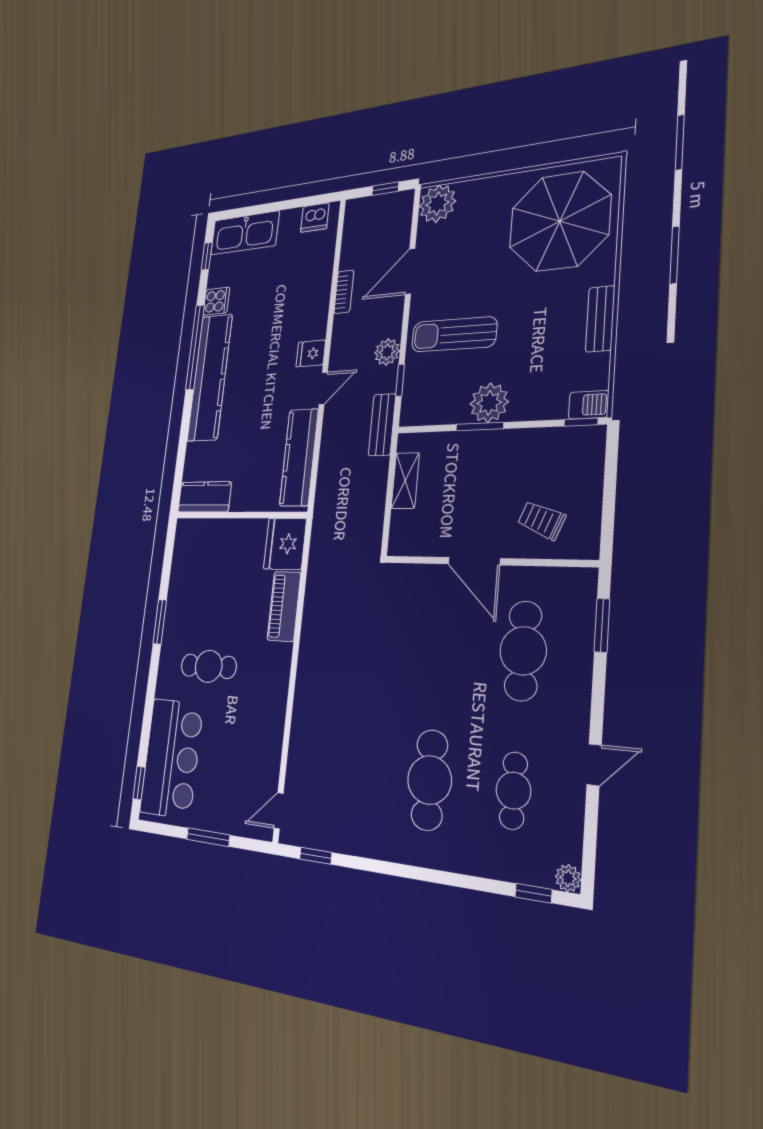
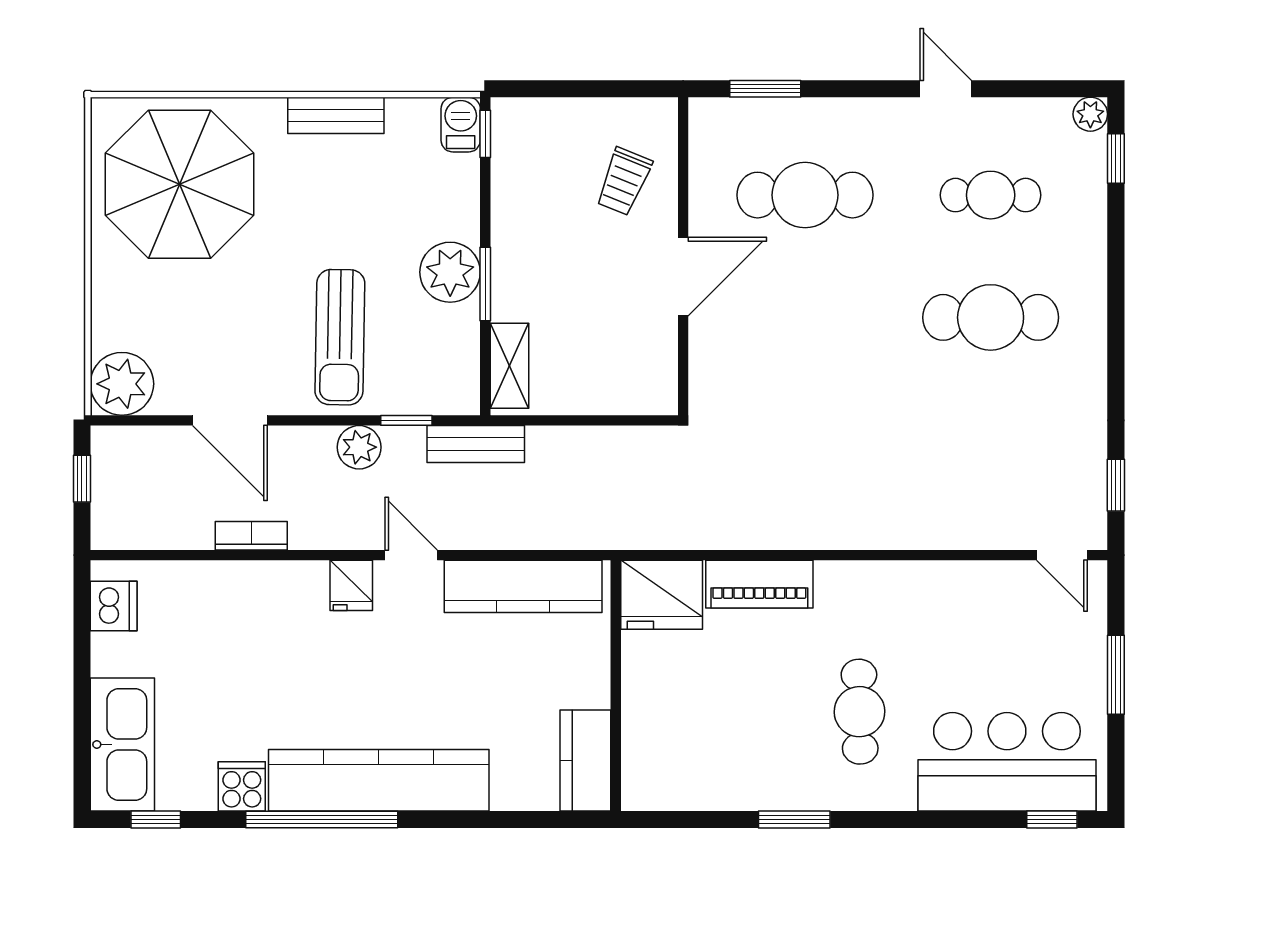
shelving: (405, 481) -> (509, 366), moved, turned 90

